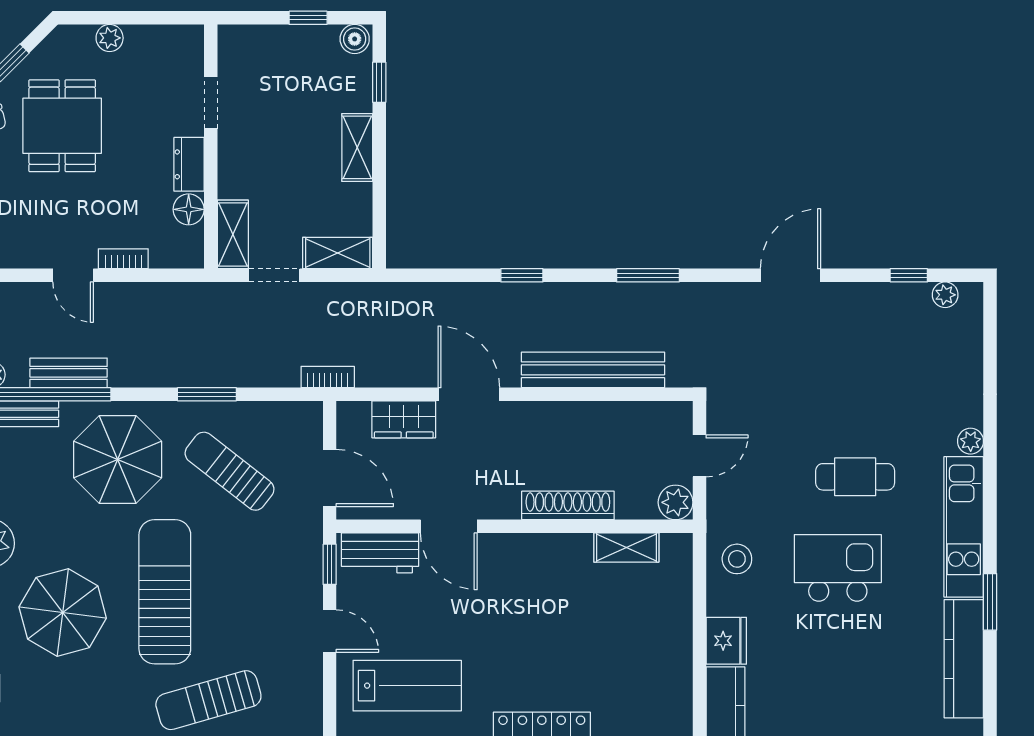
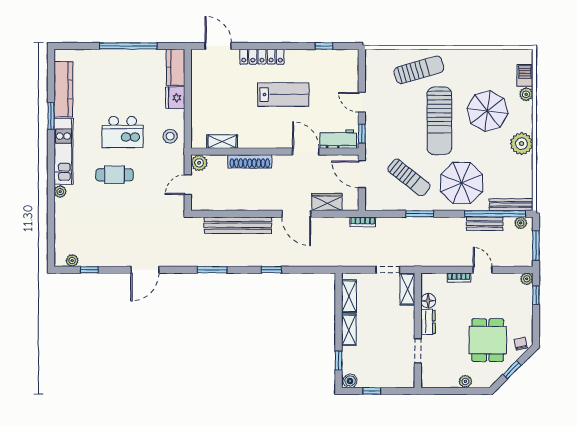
shelving: (338, 253) -> (349, 296), moved, turned 90
lab bench: (407, 686) -> (283, 95), moved, turned 180

